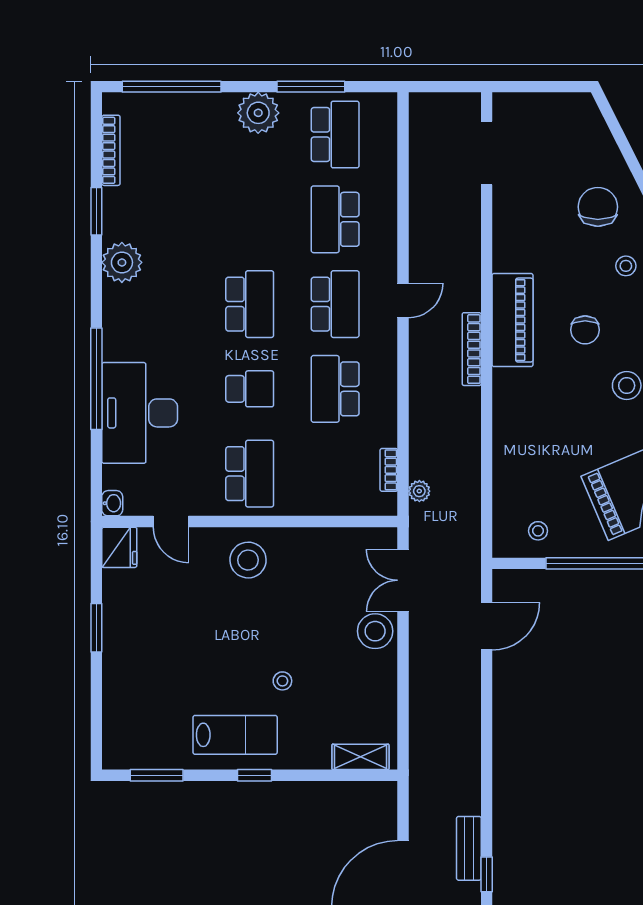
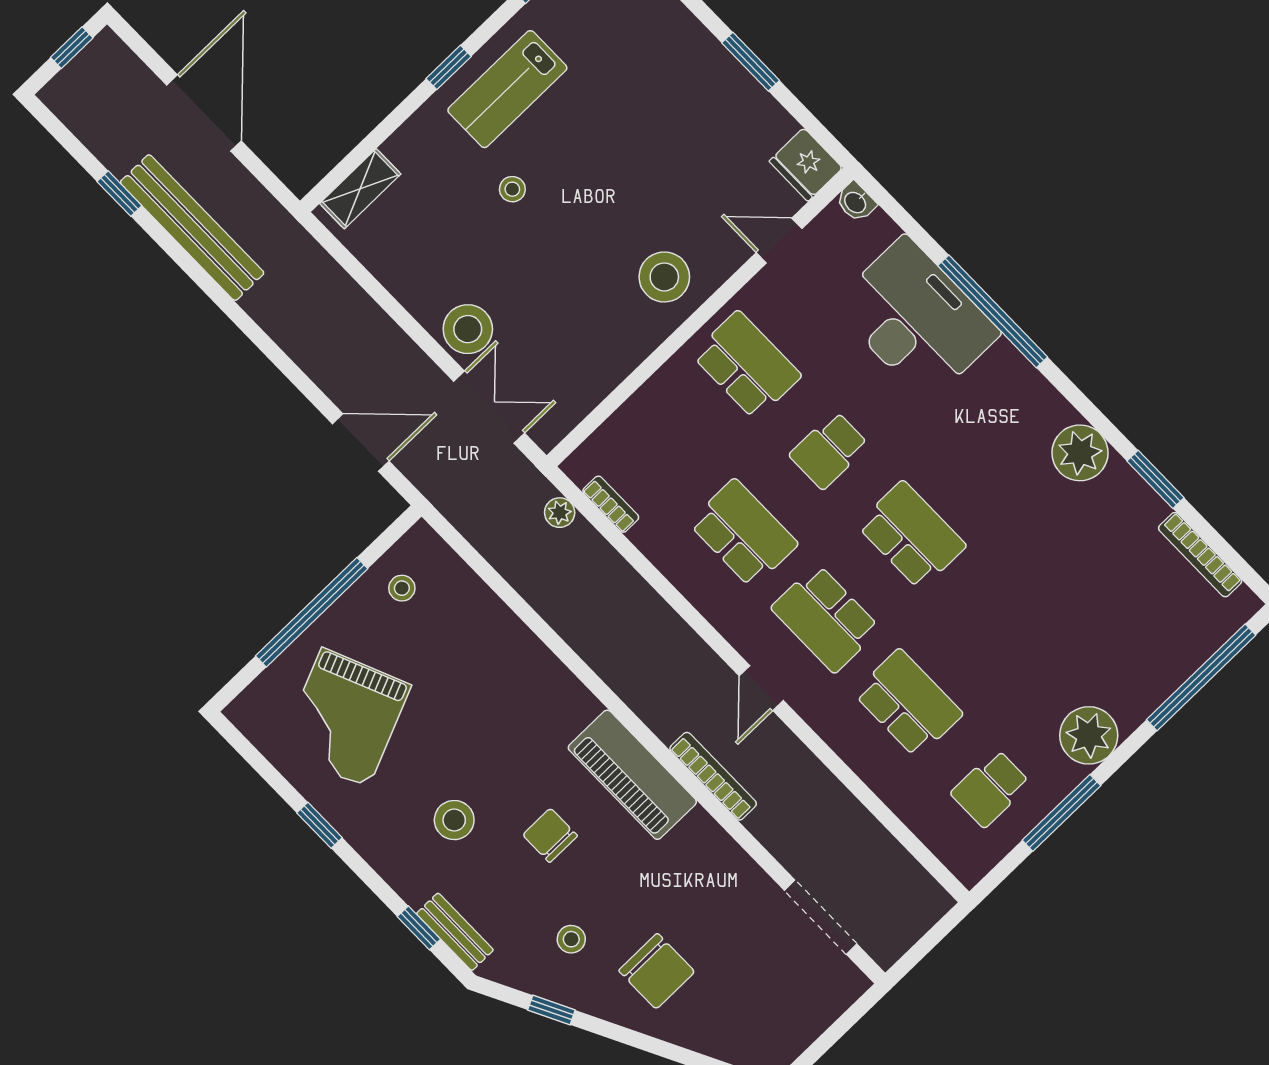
school desk: (335, 135) -> (990, 788), width x0.54
school desk: (250, 304) -> (911, 535), turned 180
bookcase: (472, 349) -> (713, 776), moved
school desk: (250, 474) -> (747, 365), turned 180
door: (487, 626) -> (361, 443), swing flipped
bench: (469, 848) -> (192, 228), width x1.86, depth x1.21

